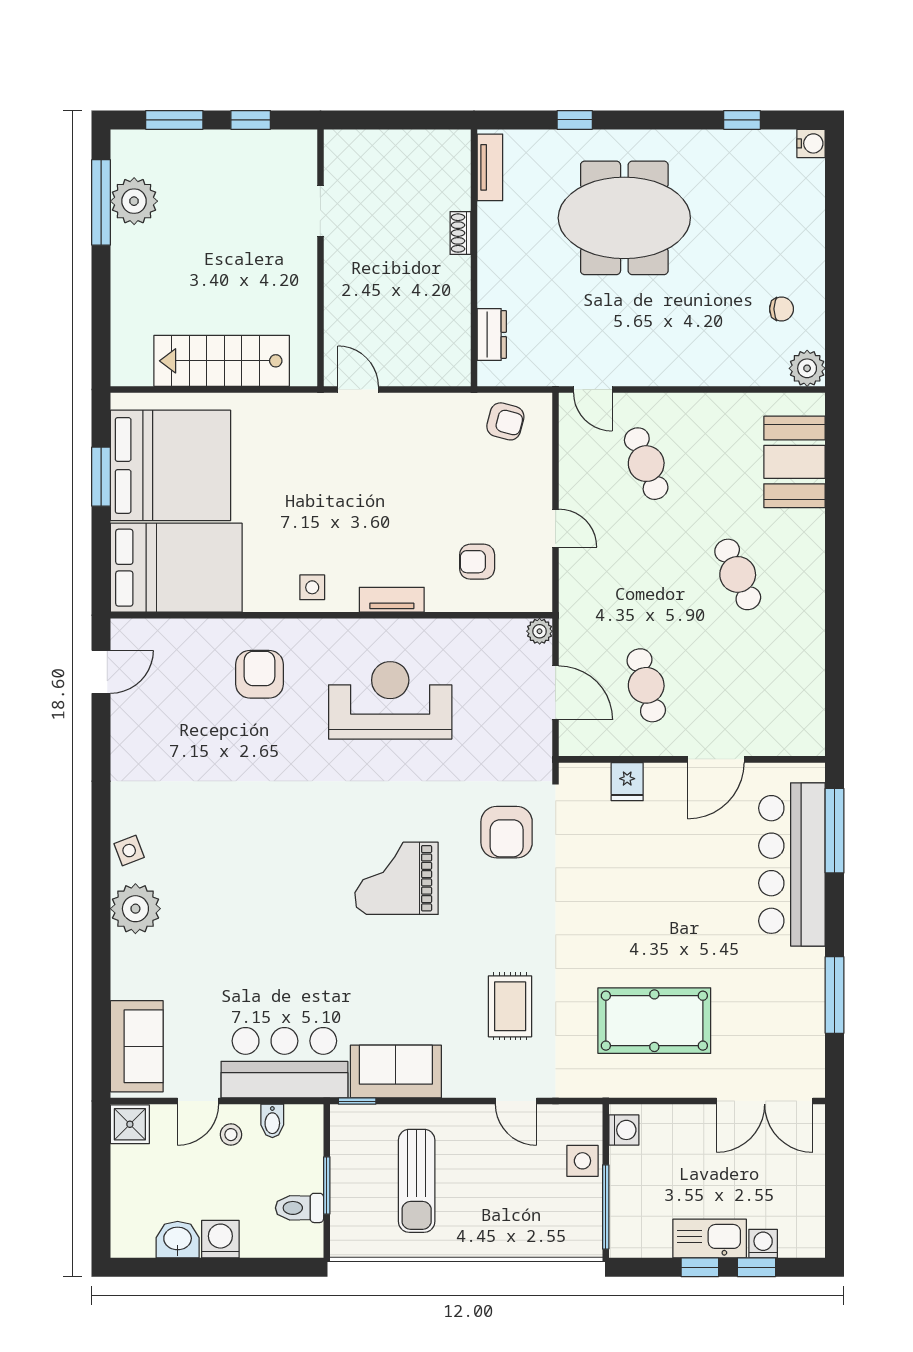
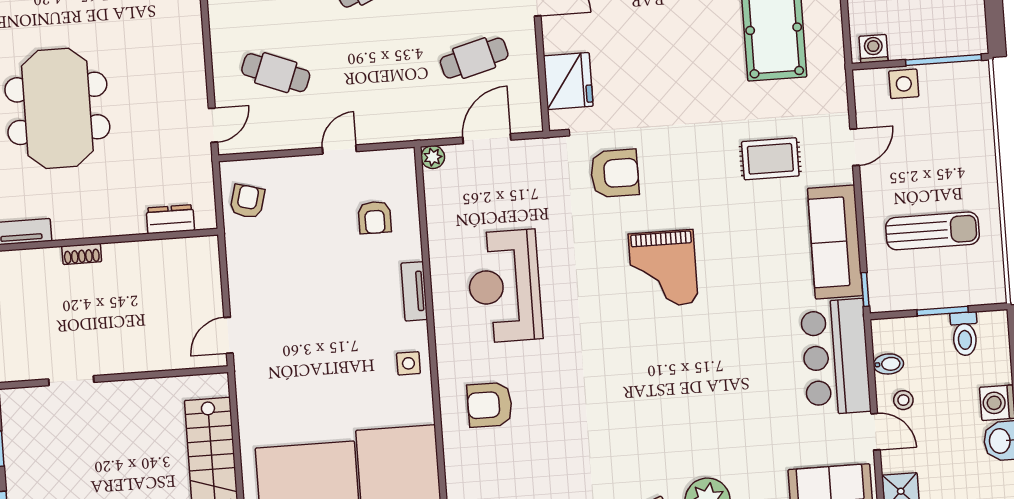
cafe table: (646, 464) -> (276, 73), turned 42
fridge: (627, 782) -> (568, 81), width x1.88, depth x1.34
sofa: (396, 1072) -> (835, 242), width x1.36

